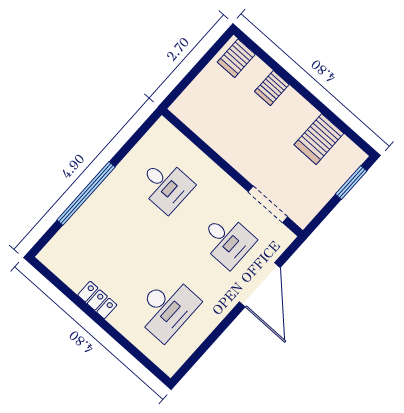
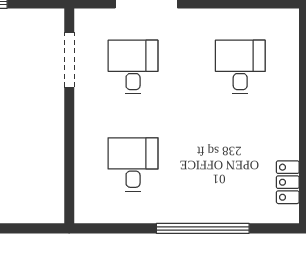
locker: (97, 300) -> (288, 182), moved
desk: (167, 308) -> (240, 67), width x0.73

